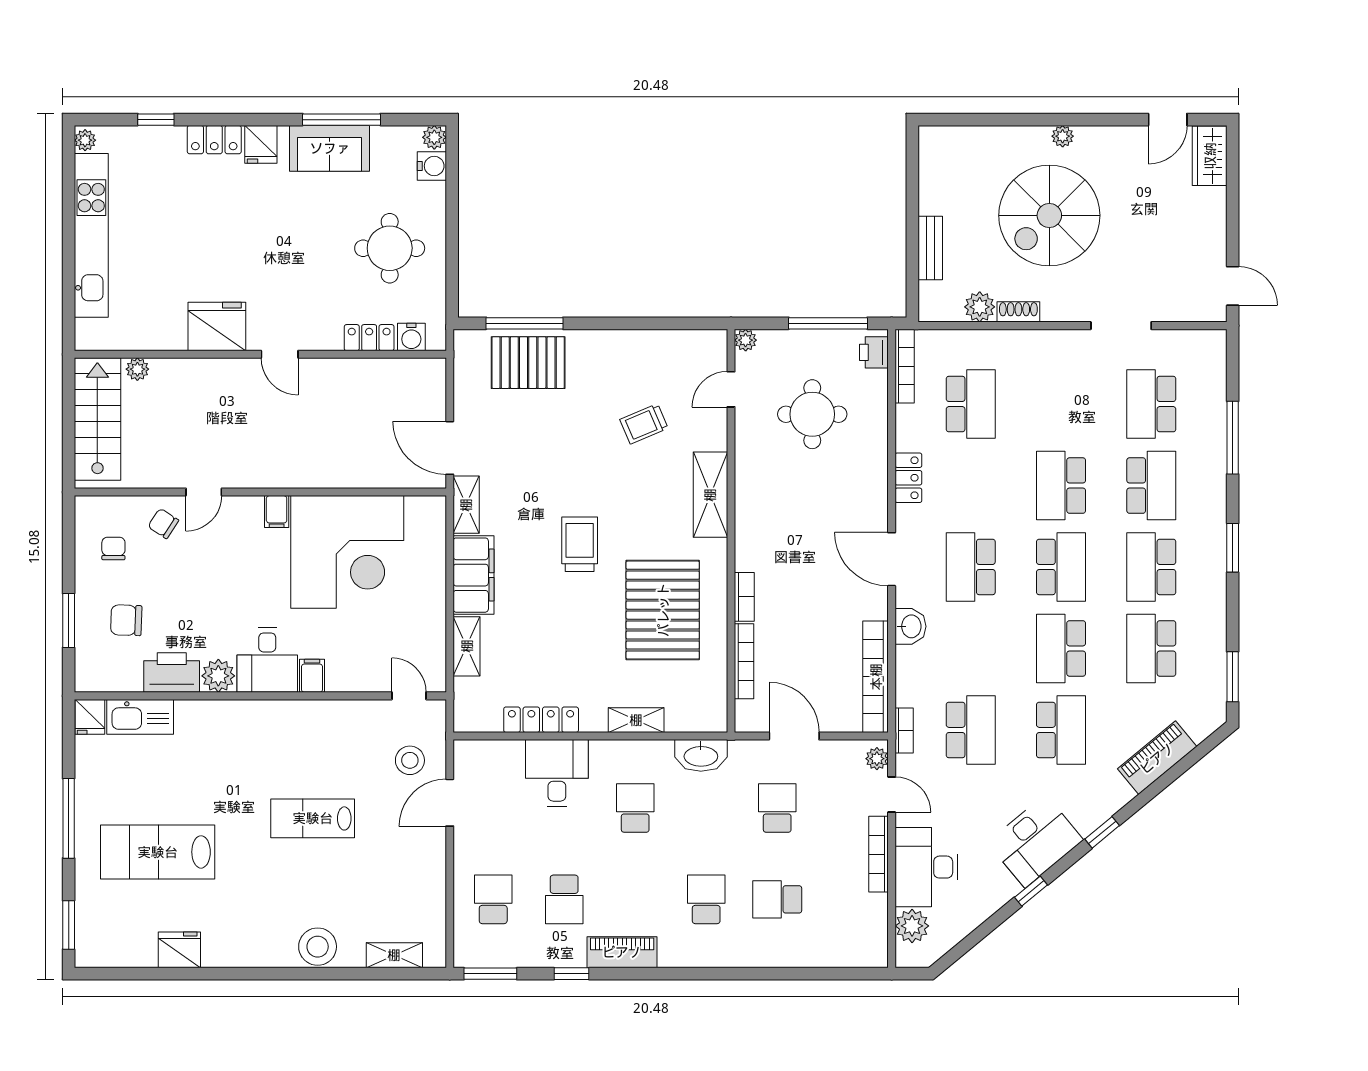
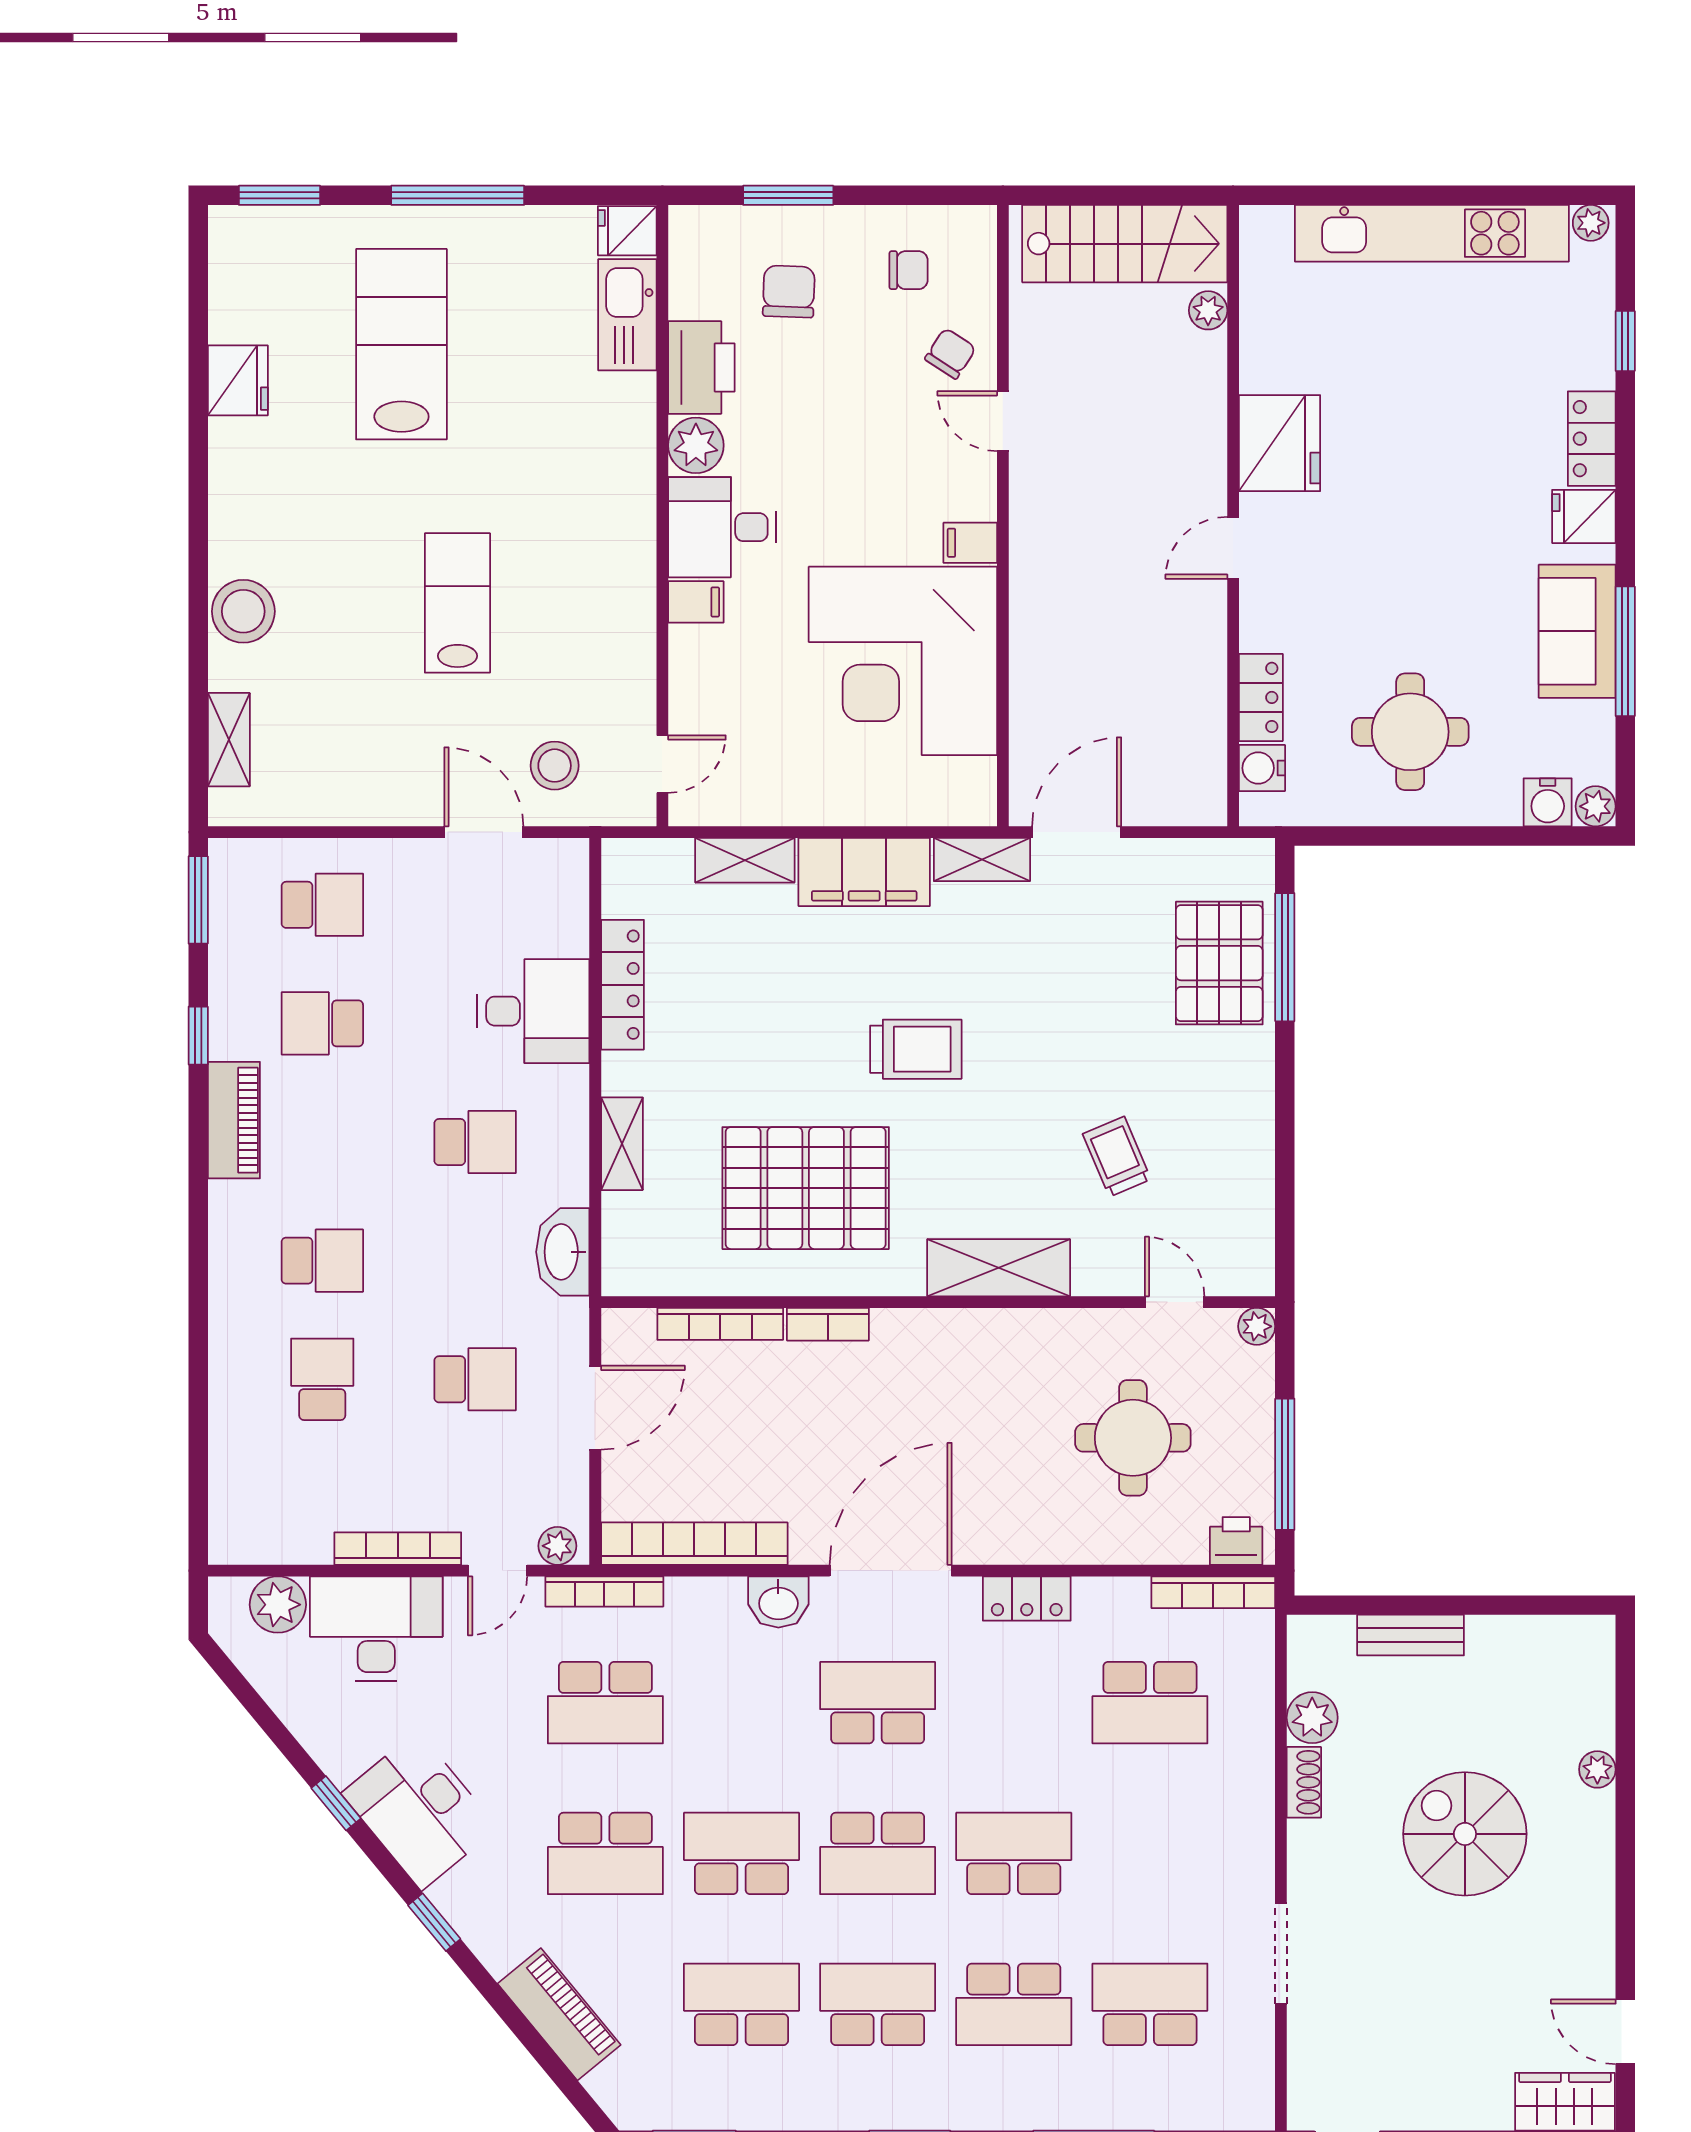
plant: (1063, 136) -> (1597, 1769), moved
spiral stairs: (1049, 215) -> (1465, 1834), width x0.73, depth x0.73
door: (892, 559) -> (891, 1571), width x1.36
bookcase: (904, 731) -> (604, 1591), width x1.56

